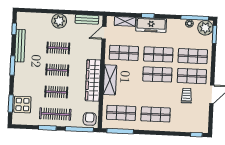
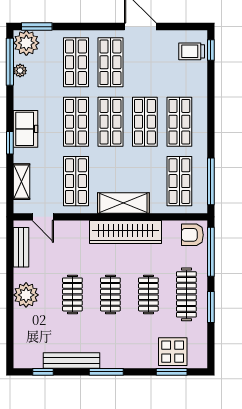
freezer: (151, 25) -> (26, 129), width x0.71
shop shelf: (156, 94) -> (145, 122), added
trolley: (187, 96) -> (192, 51), moved

